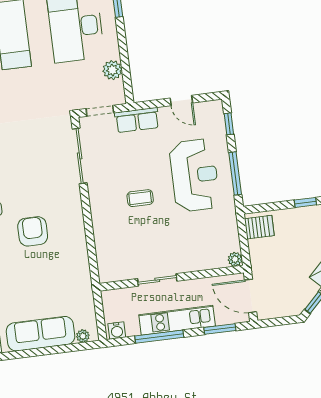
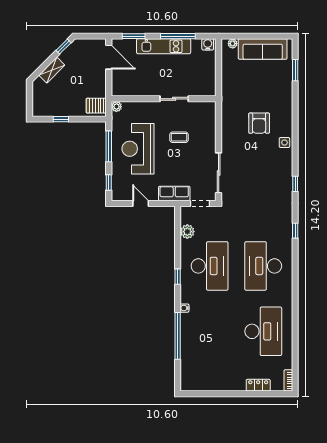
plant: (235, 259) -> (116, 107), moved
wall: (172, 278) -> (164, 99), moved
sliding door: (157, 280) -> (174, 99), moved

